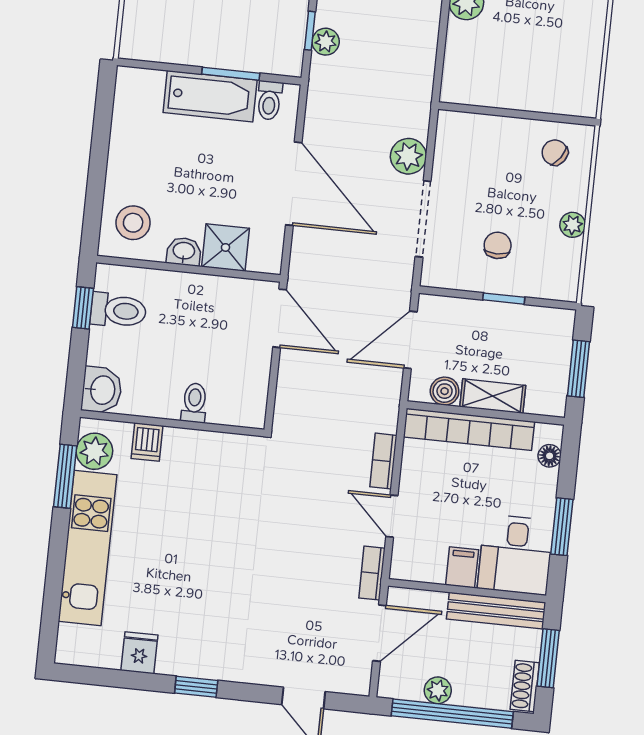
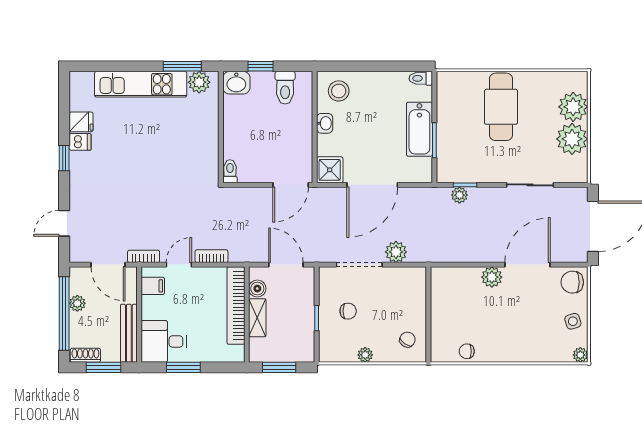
chair: (584, 57) -> (467, 351), added
toilet: (269, 100) -> (421, 78), moved
shower: (225, 247) -> (330, 170), moved
window: (83, 308) -> (261, 66), moved
toilet: (194, 403) -> (230, 171), moved, turned -90
dishwasher: (147, 442) -> (80, 142), moved, turned 180
floor lamp: (550, 456) -> (225, 356), removed
filing cabinet: (462, 567) -> (153, 286), moved

